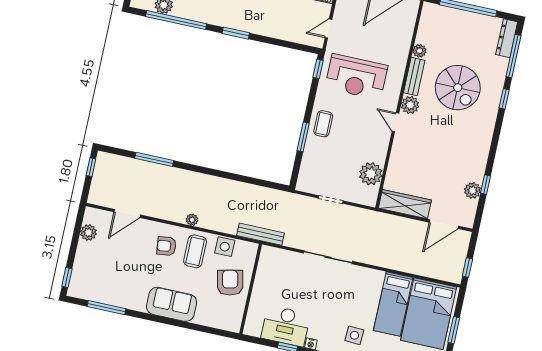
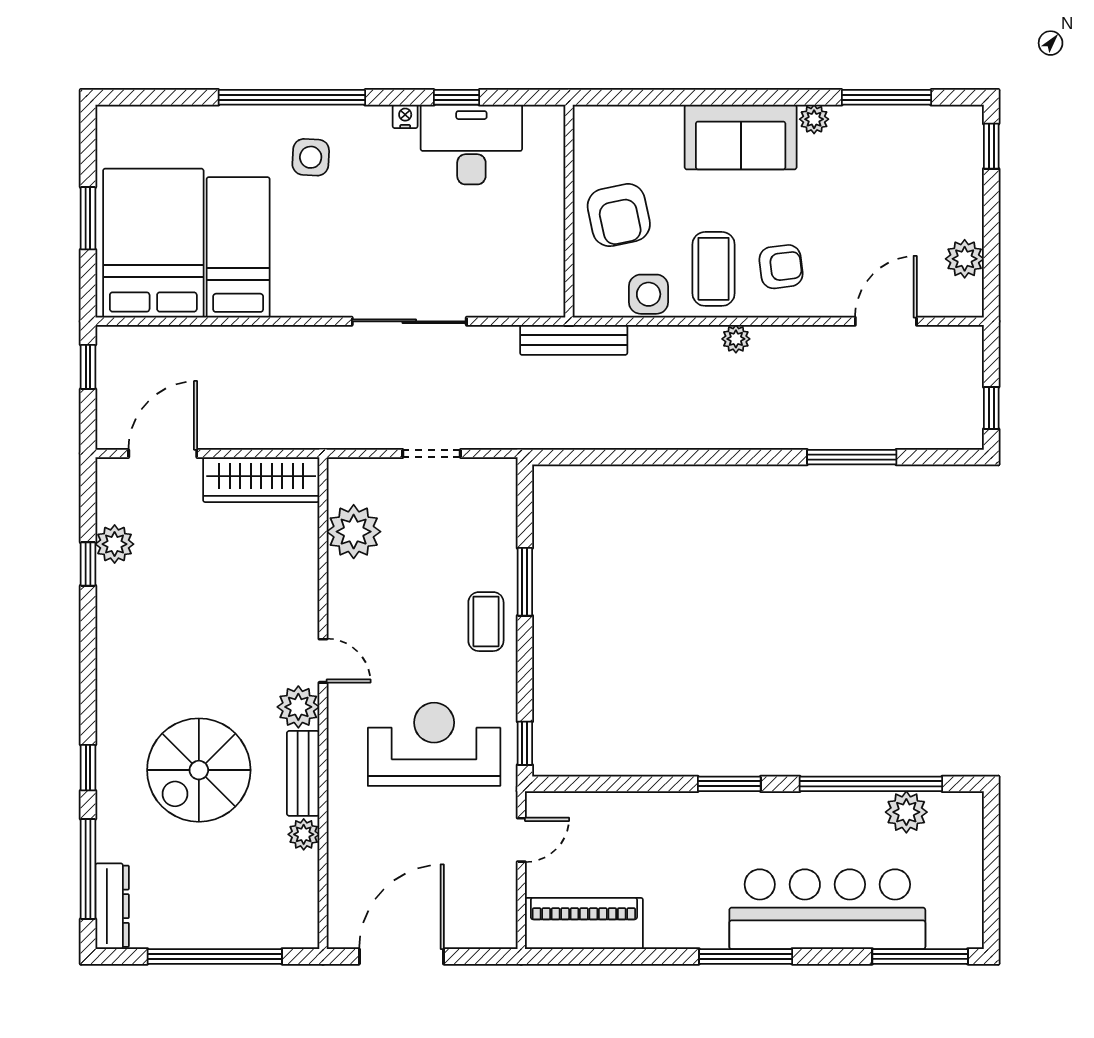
spiral stairs: (458, 88) -> (199, 770), turned -90
plant: (139, 305) -> (814, 119), added

